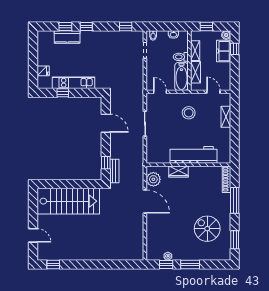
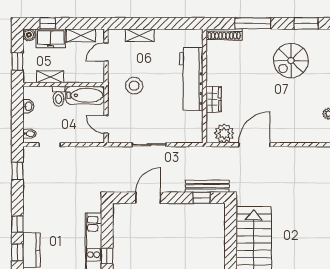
shelving: (195, 72) -> (81, 35), moved
door: (160, 92) -> (106, 124), hinge flipped
bench: (114, 171) -> (207, 186), width x1.36

